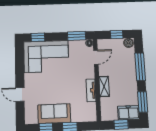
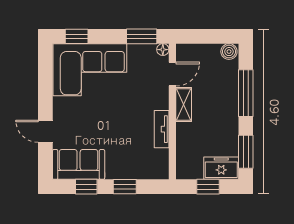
window: (117, 35) -> (210, 36), removed
shelving: (104, 86) -> (184, 104), moved
sofa: (54, 114) -> (79, 164), moved

